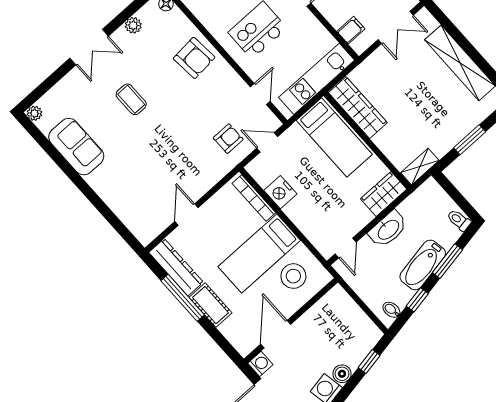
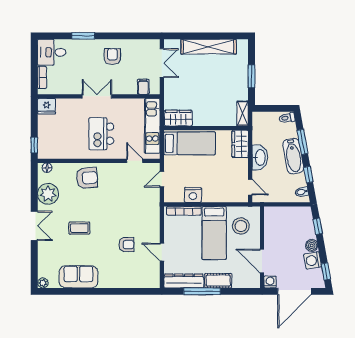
plant: (133, 25) -> (48, 194), width x1.87, depth x1.87
wardrobe: (358, 108) -> (178, 118), width x0.67
armchair: (228, 139) -> (126, 245), moved, turned 90

